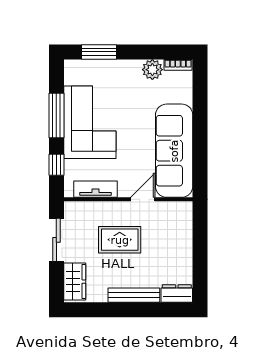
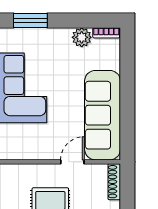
tv unit: (96, 189) -> (27, 152), removed
shoe rack: (186, 220) -> (114, 182), added

